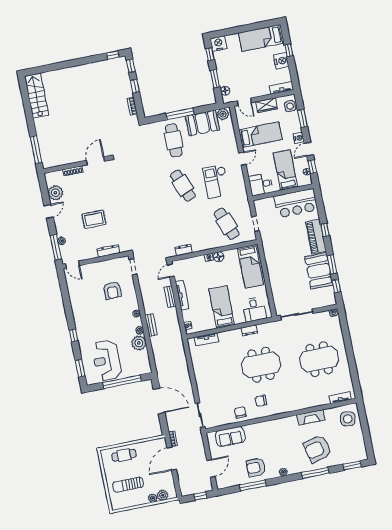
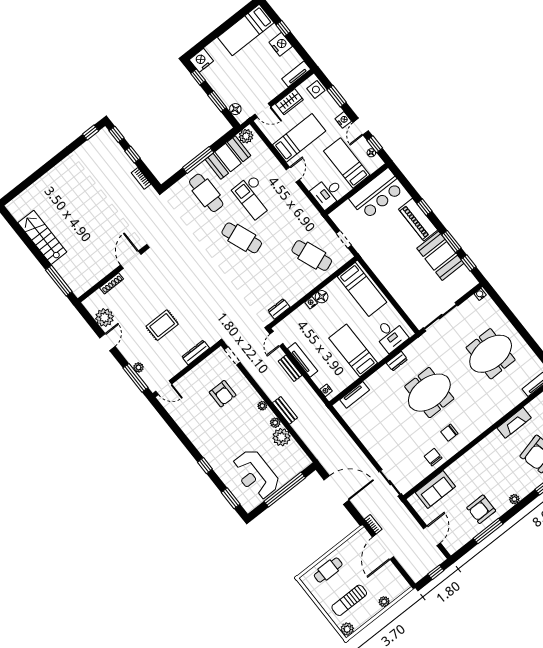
stairs: (37, 96) -> (42, 237), moved
checkout: (216, 181) -> (254, 197), moved
plant: (163, 495) -> (347, 629), moved

